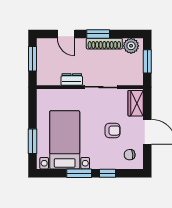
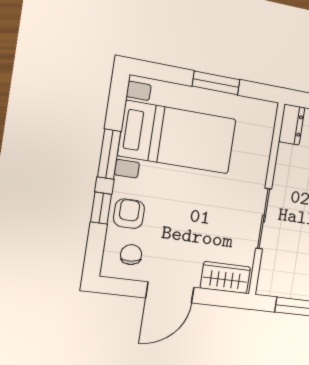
dresser: (72, 80) -> (292, 125), moved
armchair: (113, 131) -> (129, 214), moved, turned 180
window: (32, 141) -> (216, 83), moved

